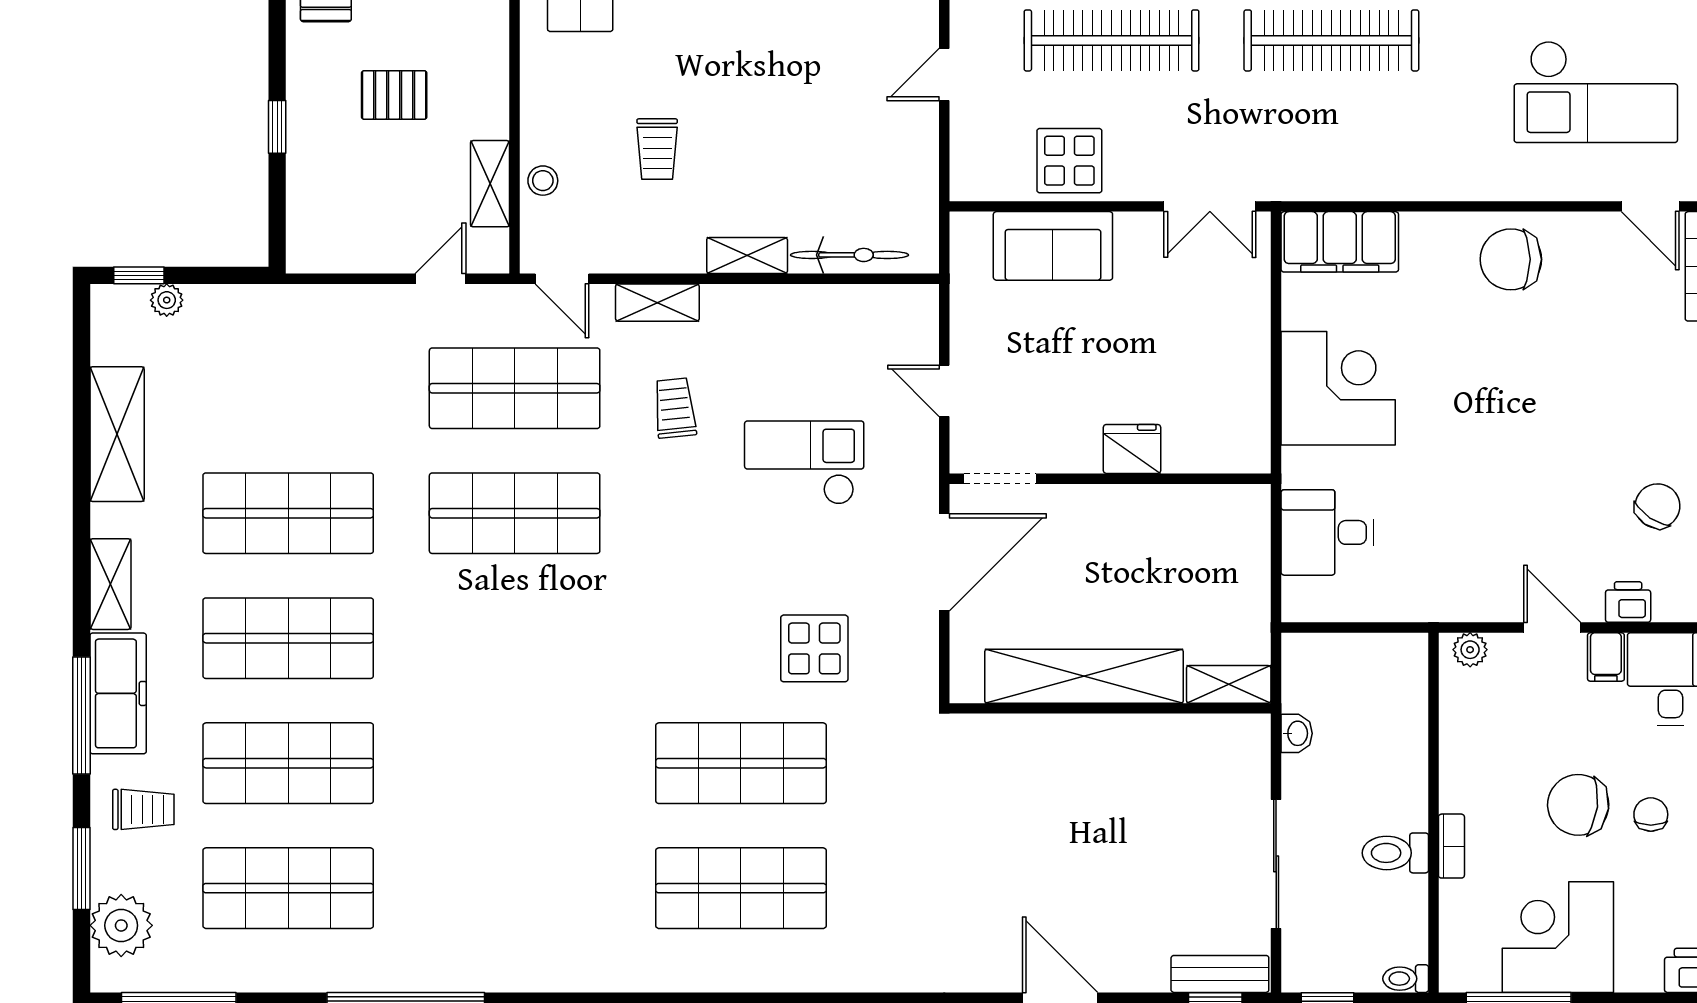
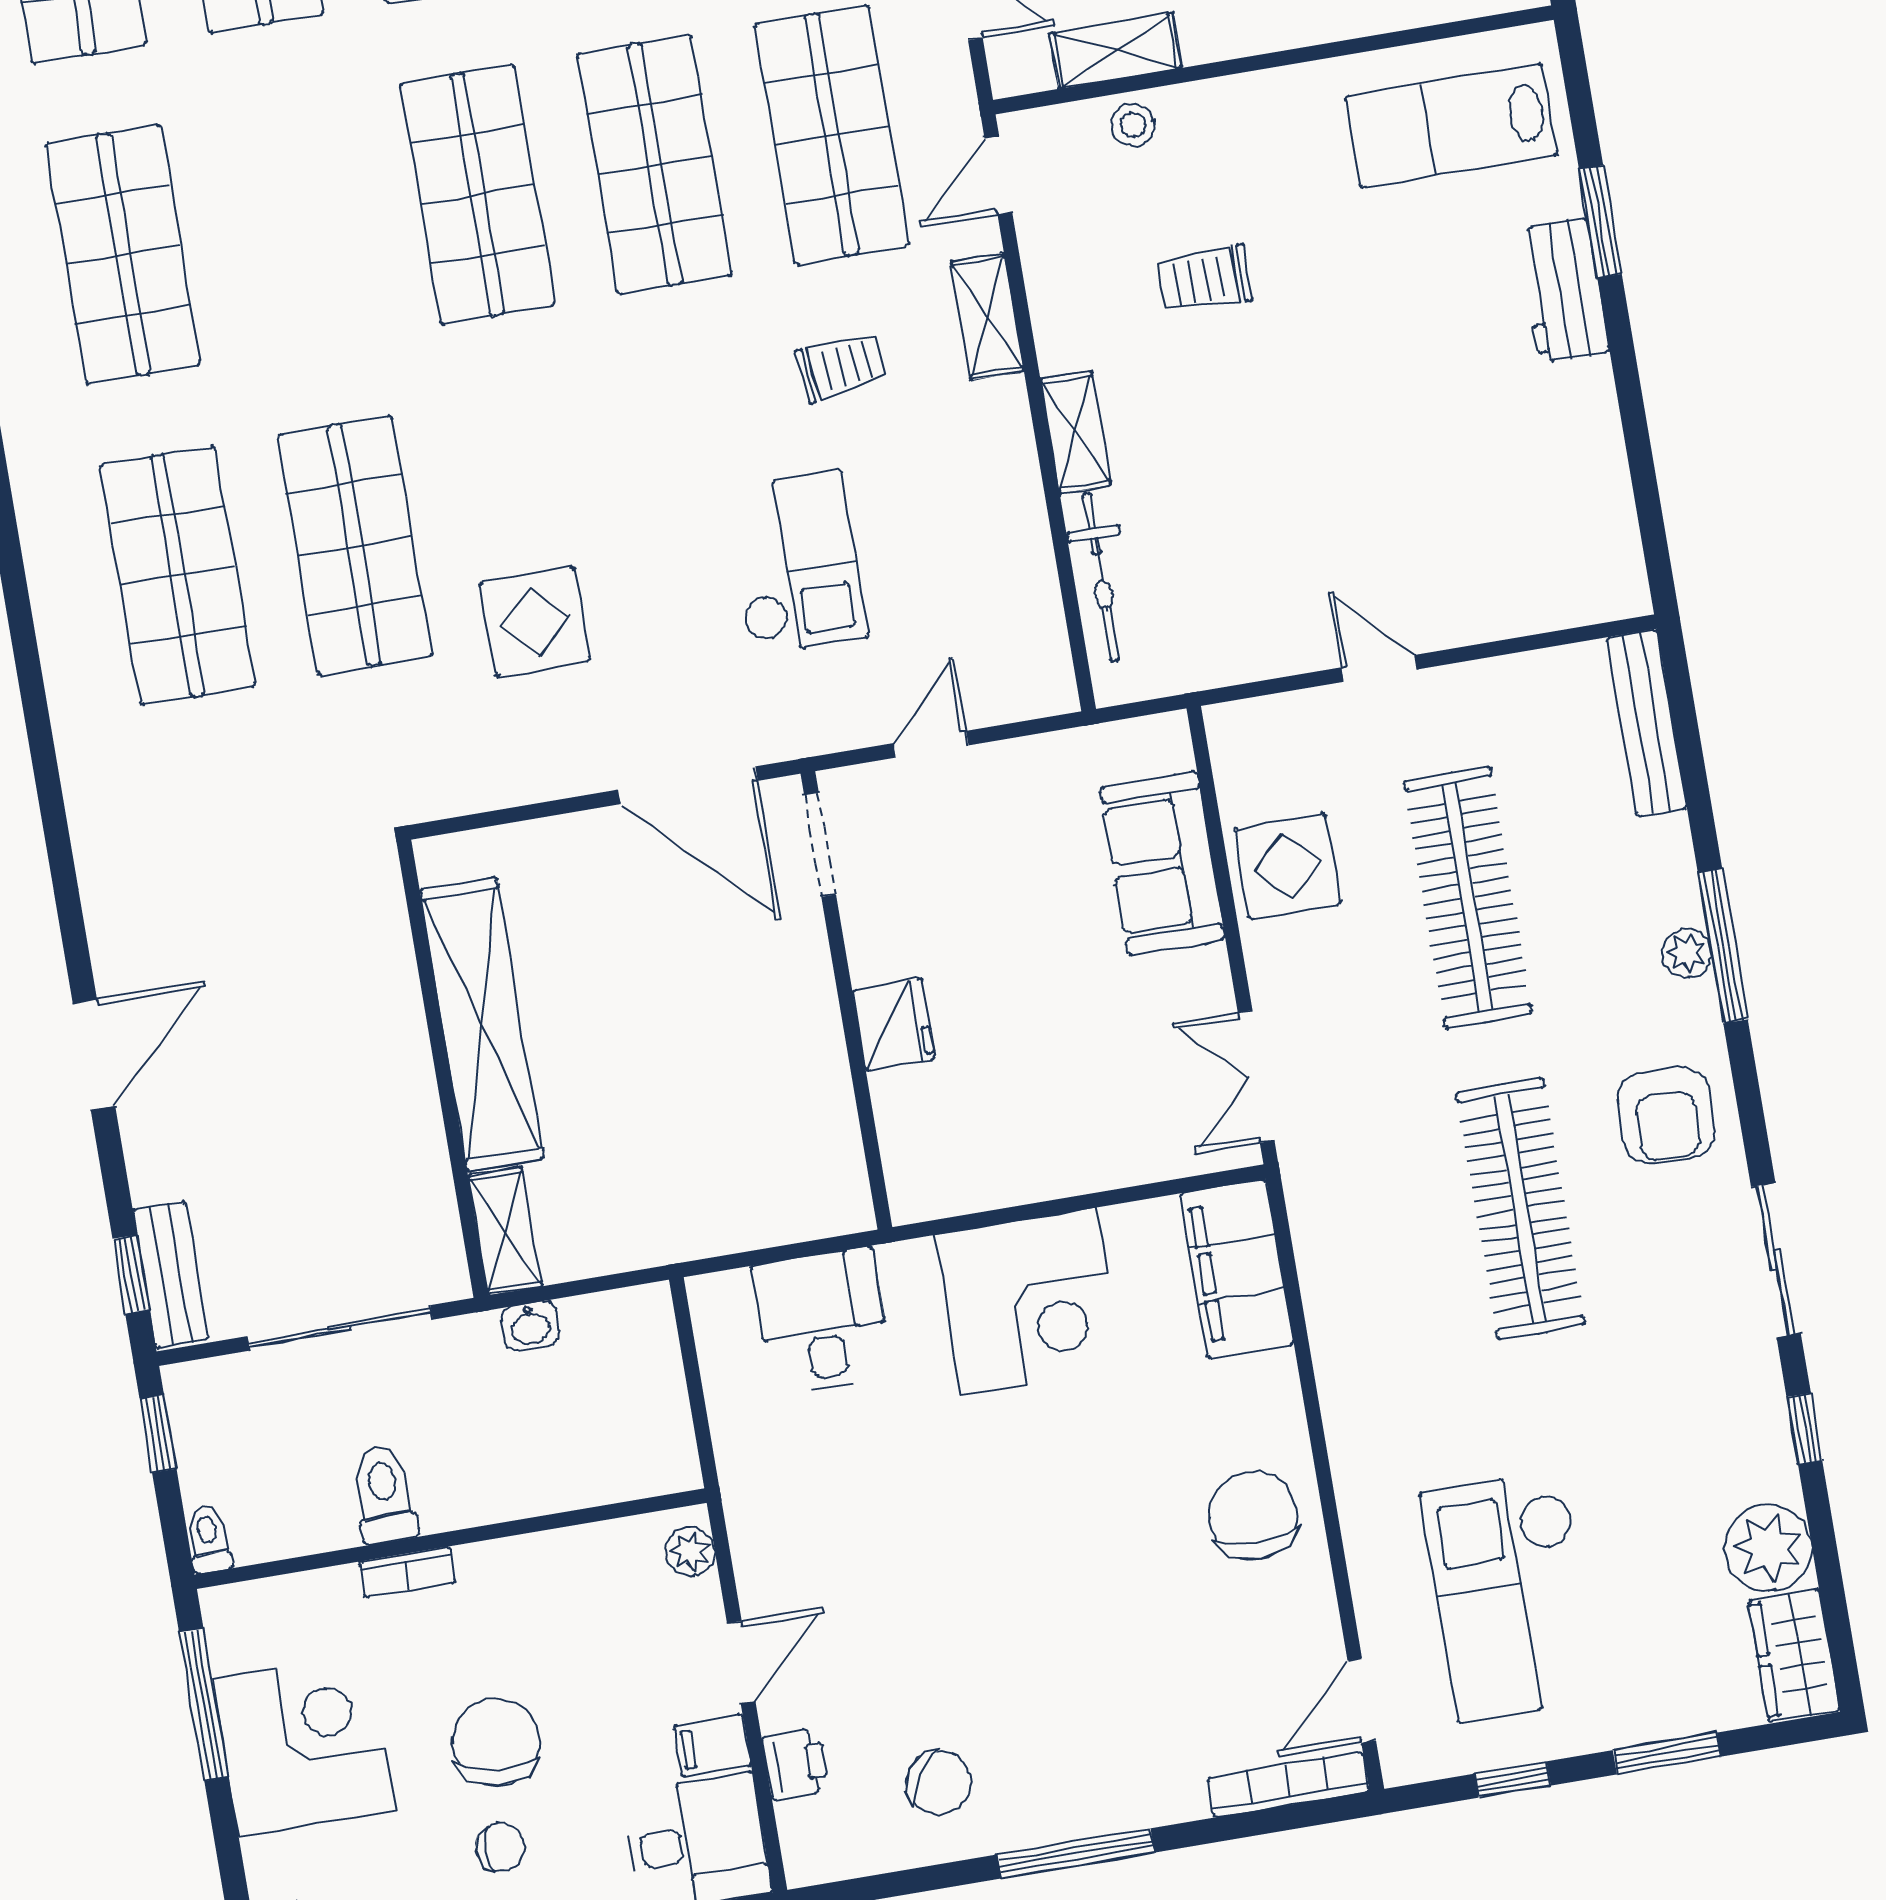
shop shelf: (515, 638) -> (477, 194), added
shelving: (1084, 676) -> (482, 1024), moved
shelving: (1229, 684) -> (505, 1231), moved
wall: (1110, 708) -> (442, 1069), moved
shop shelf: (515, 888) -> (123, 254), added

